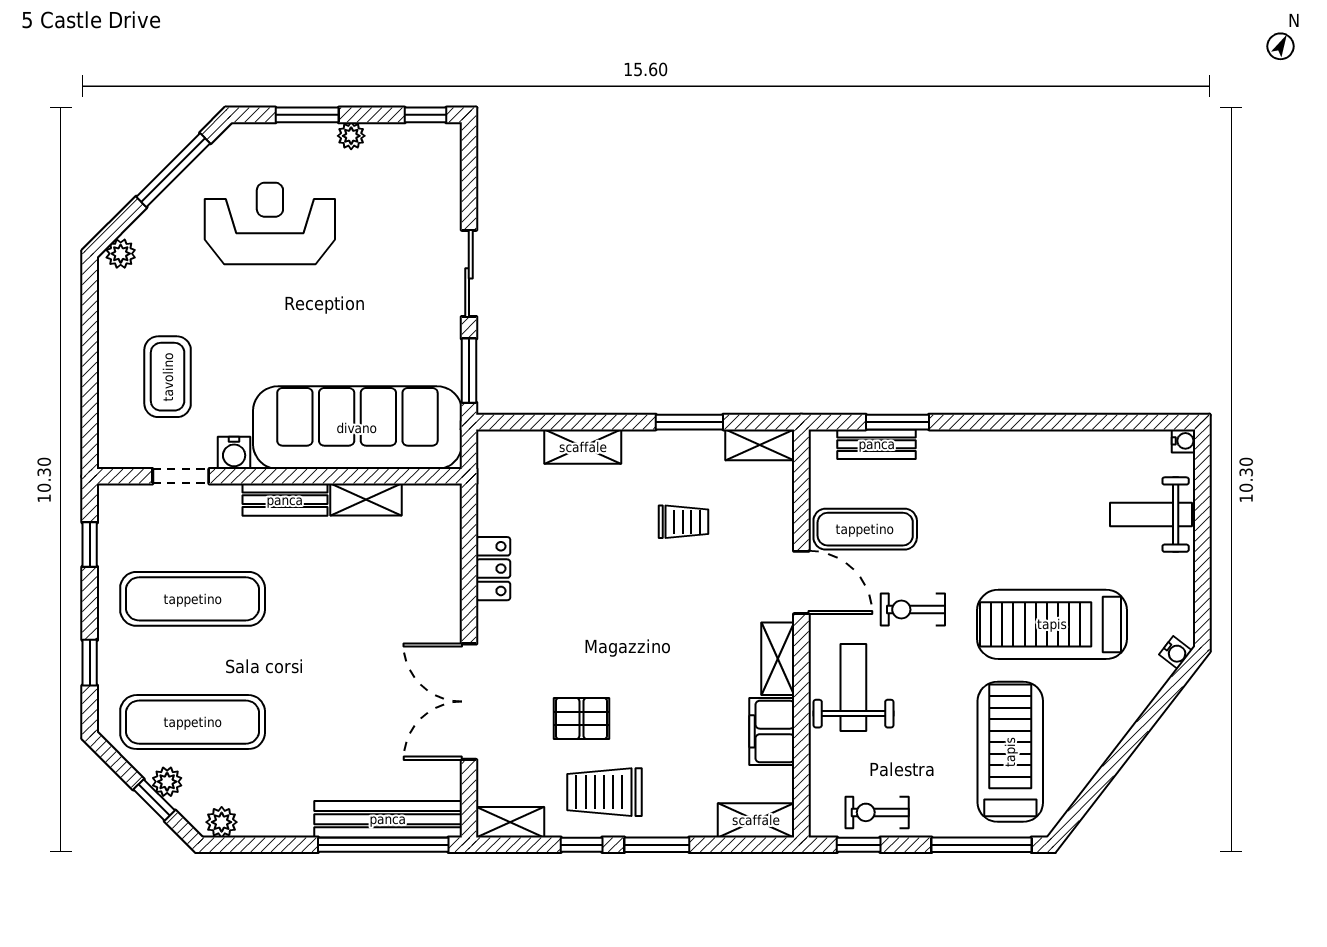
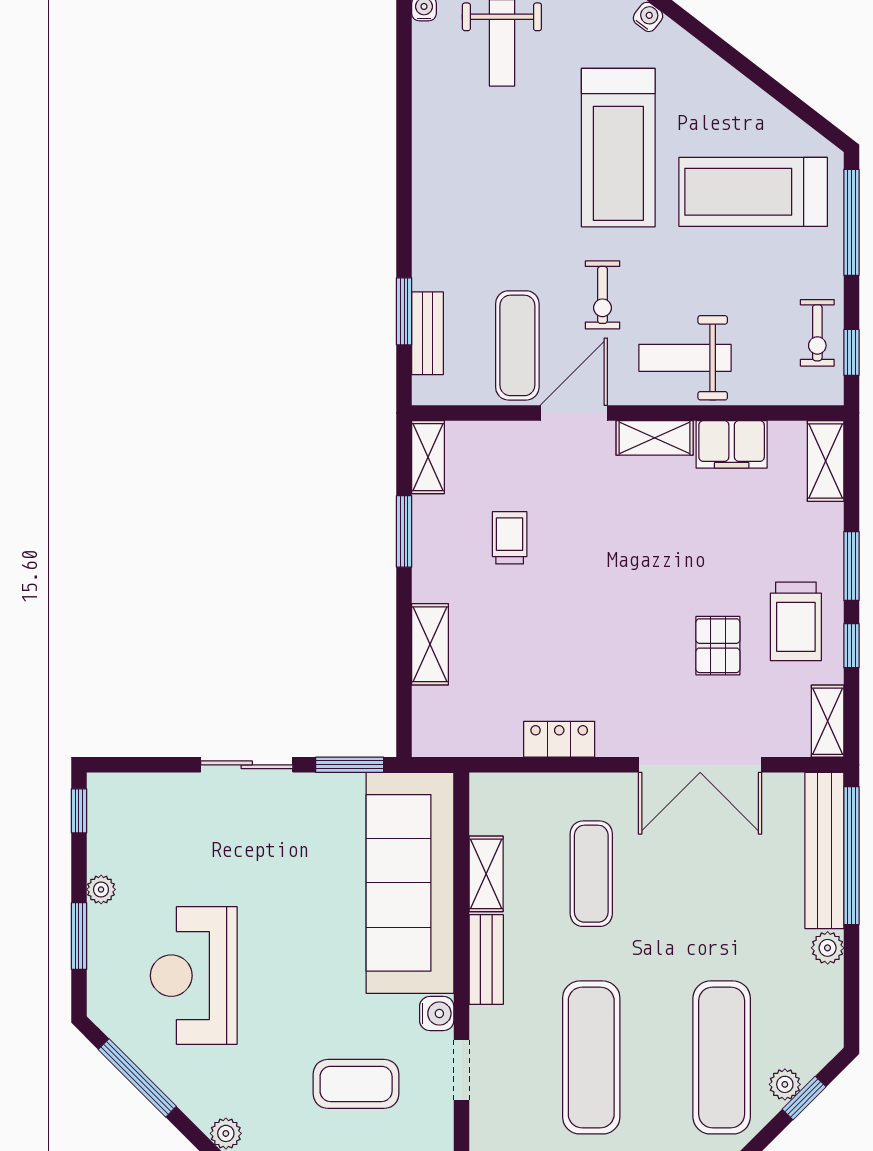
exercise mat: (366, 599) -> (591, 874), added
plant: (222, 822) -> (828, 948), moved

